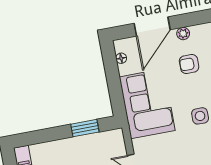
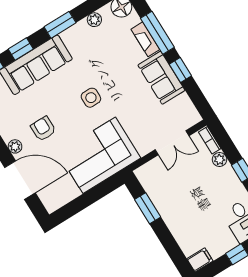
floor lamp: (121, 58) -> (64, 199), removed
armchair: (189, 64) -> (43, 129), turned 180

